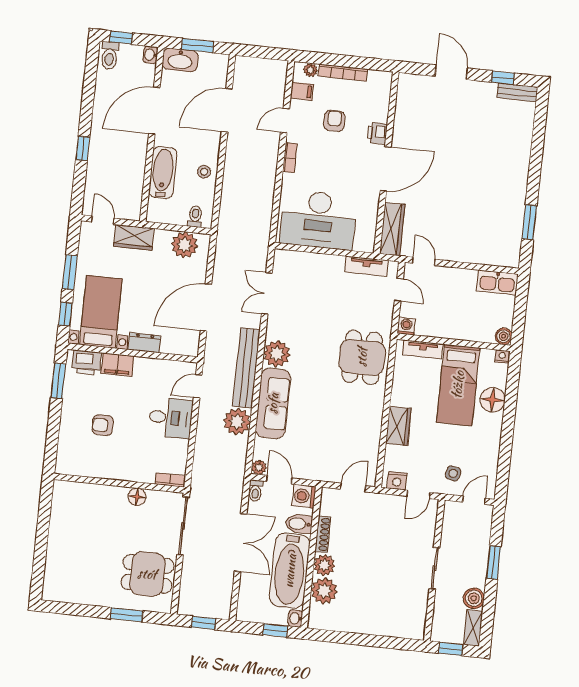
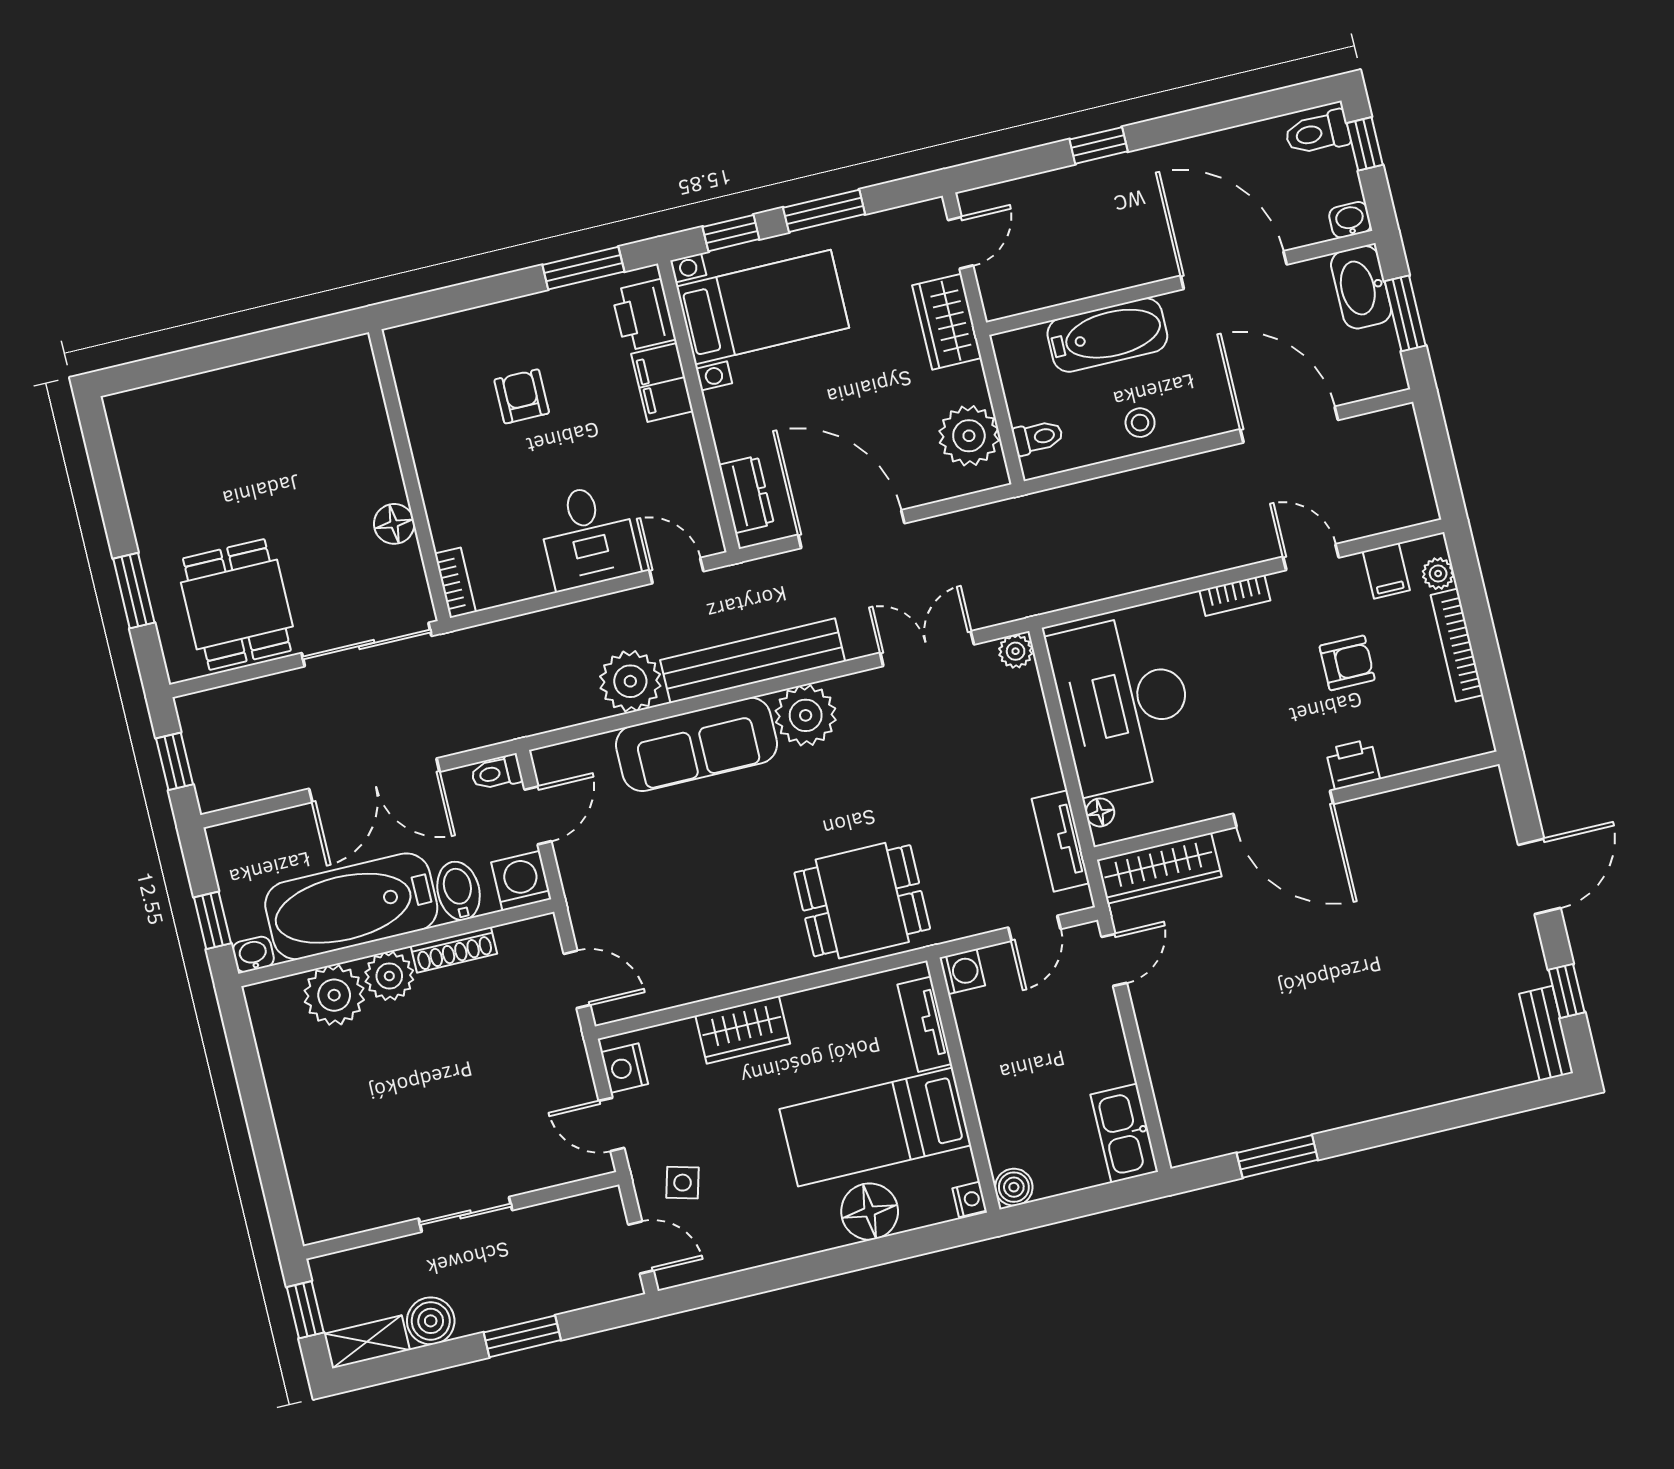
floor lamp: (360, 246) -> (1100, 812), added
dresser: (144, 343) -> (746, 494), moved
plant: (259, 467) -> (1016, 651), moved

